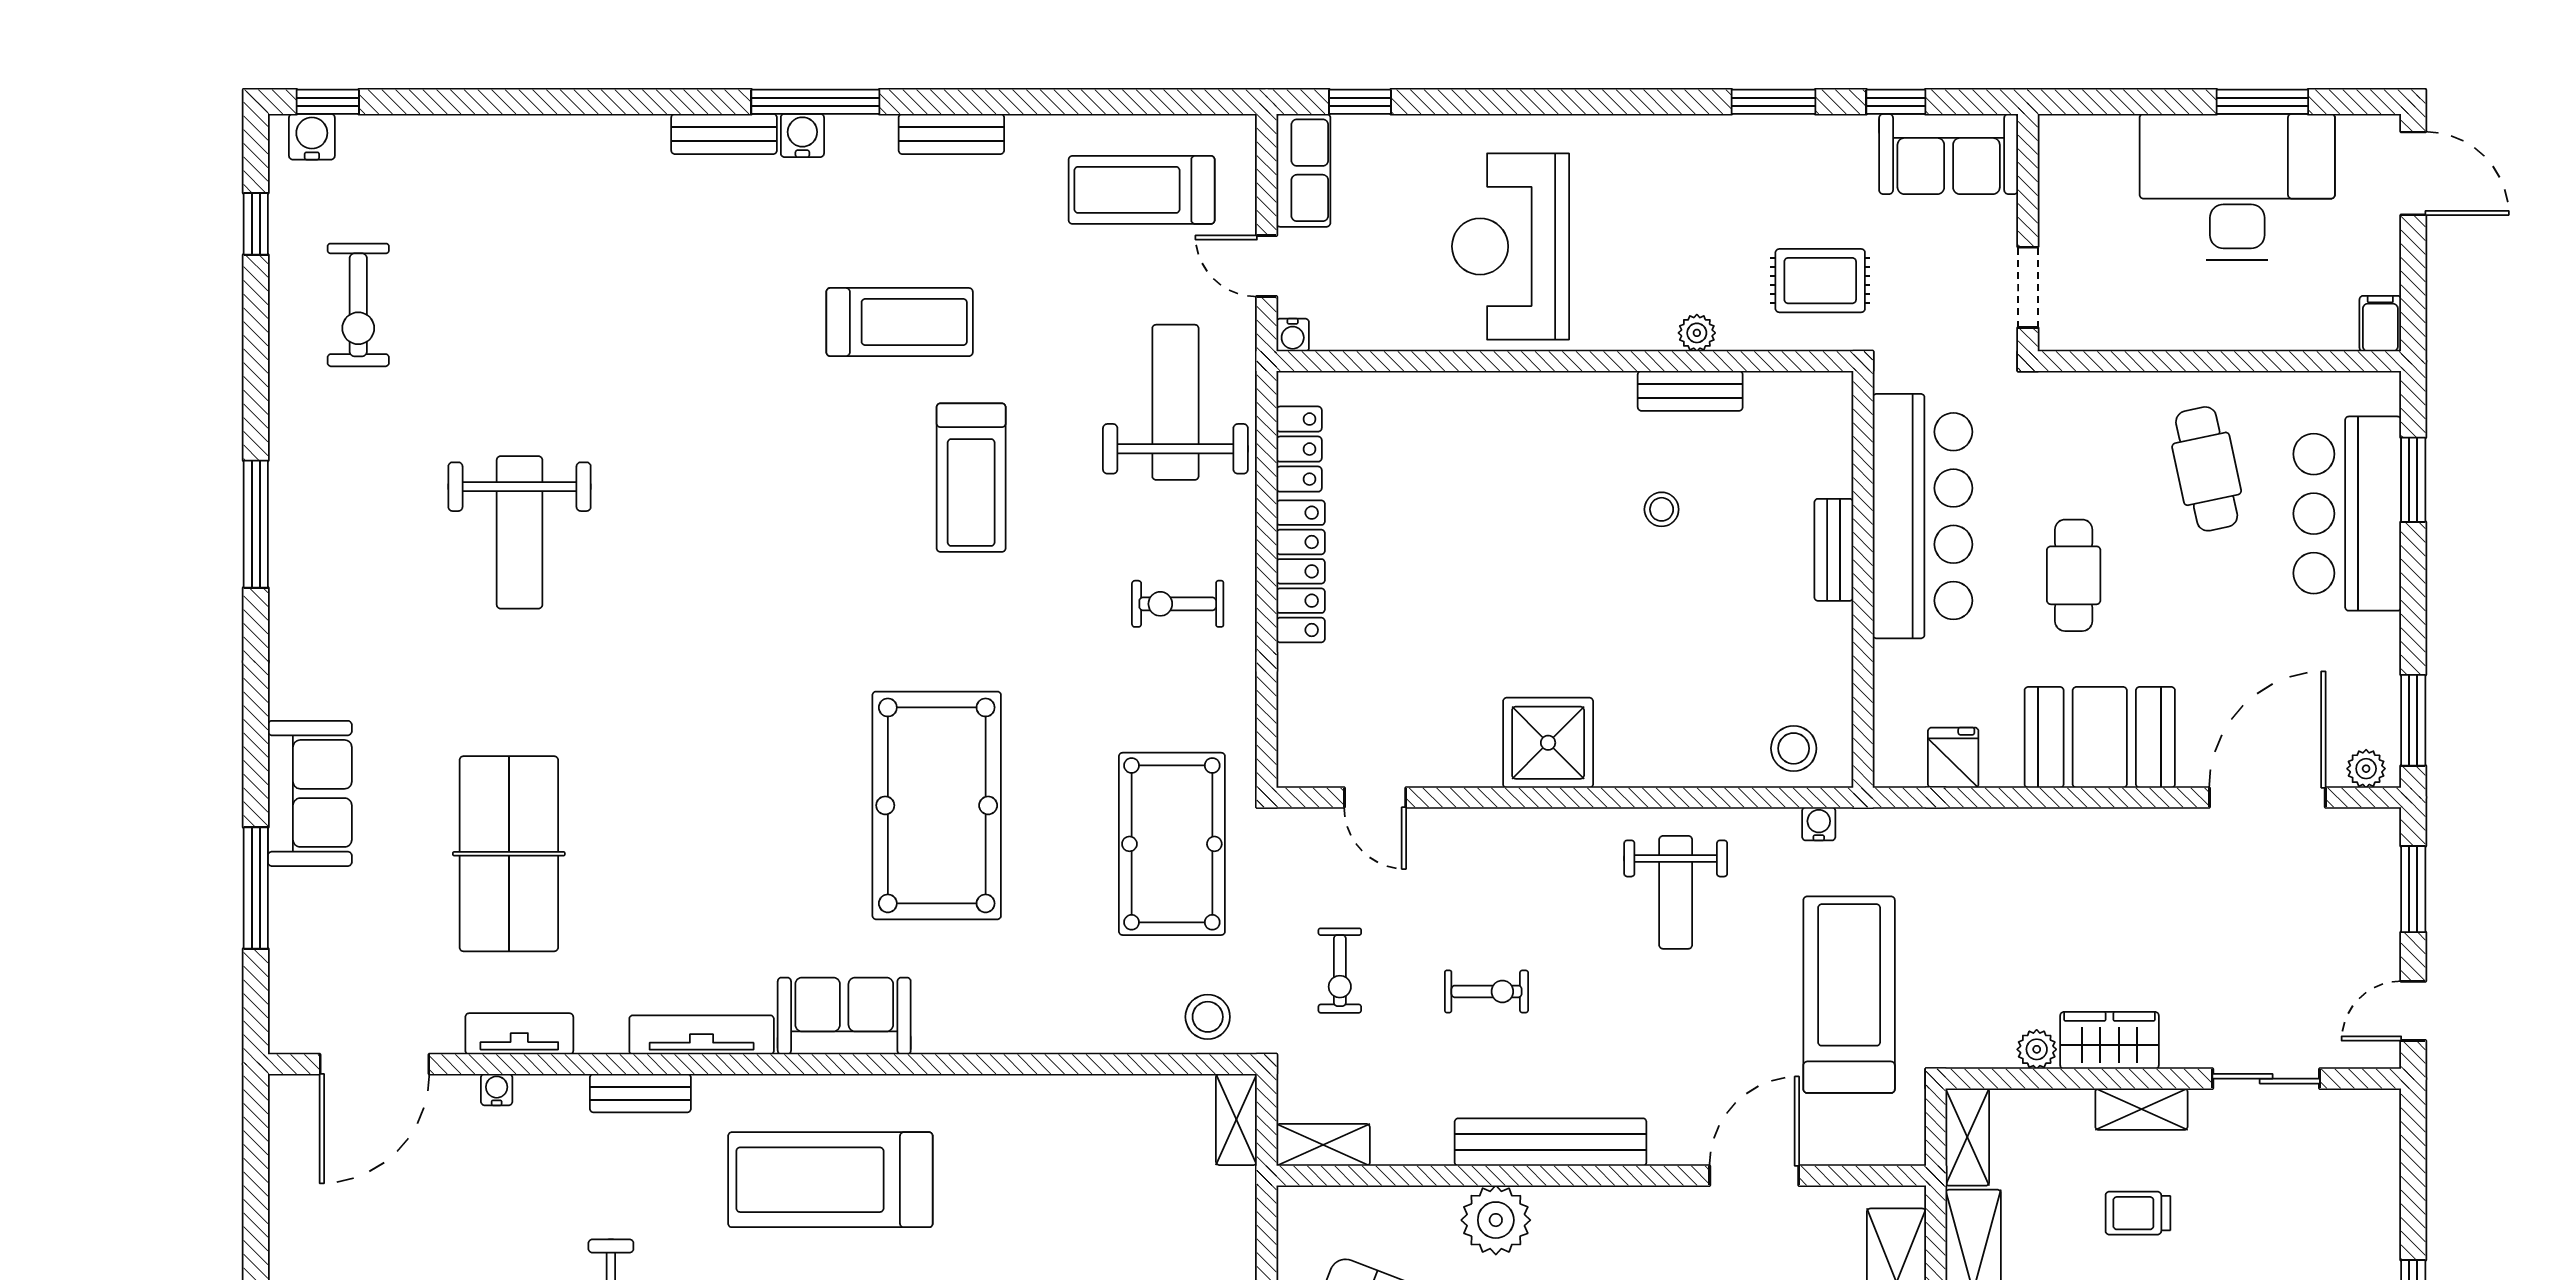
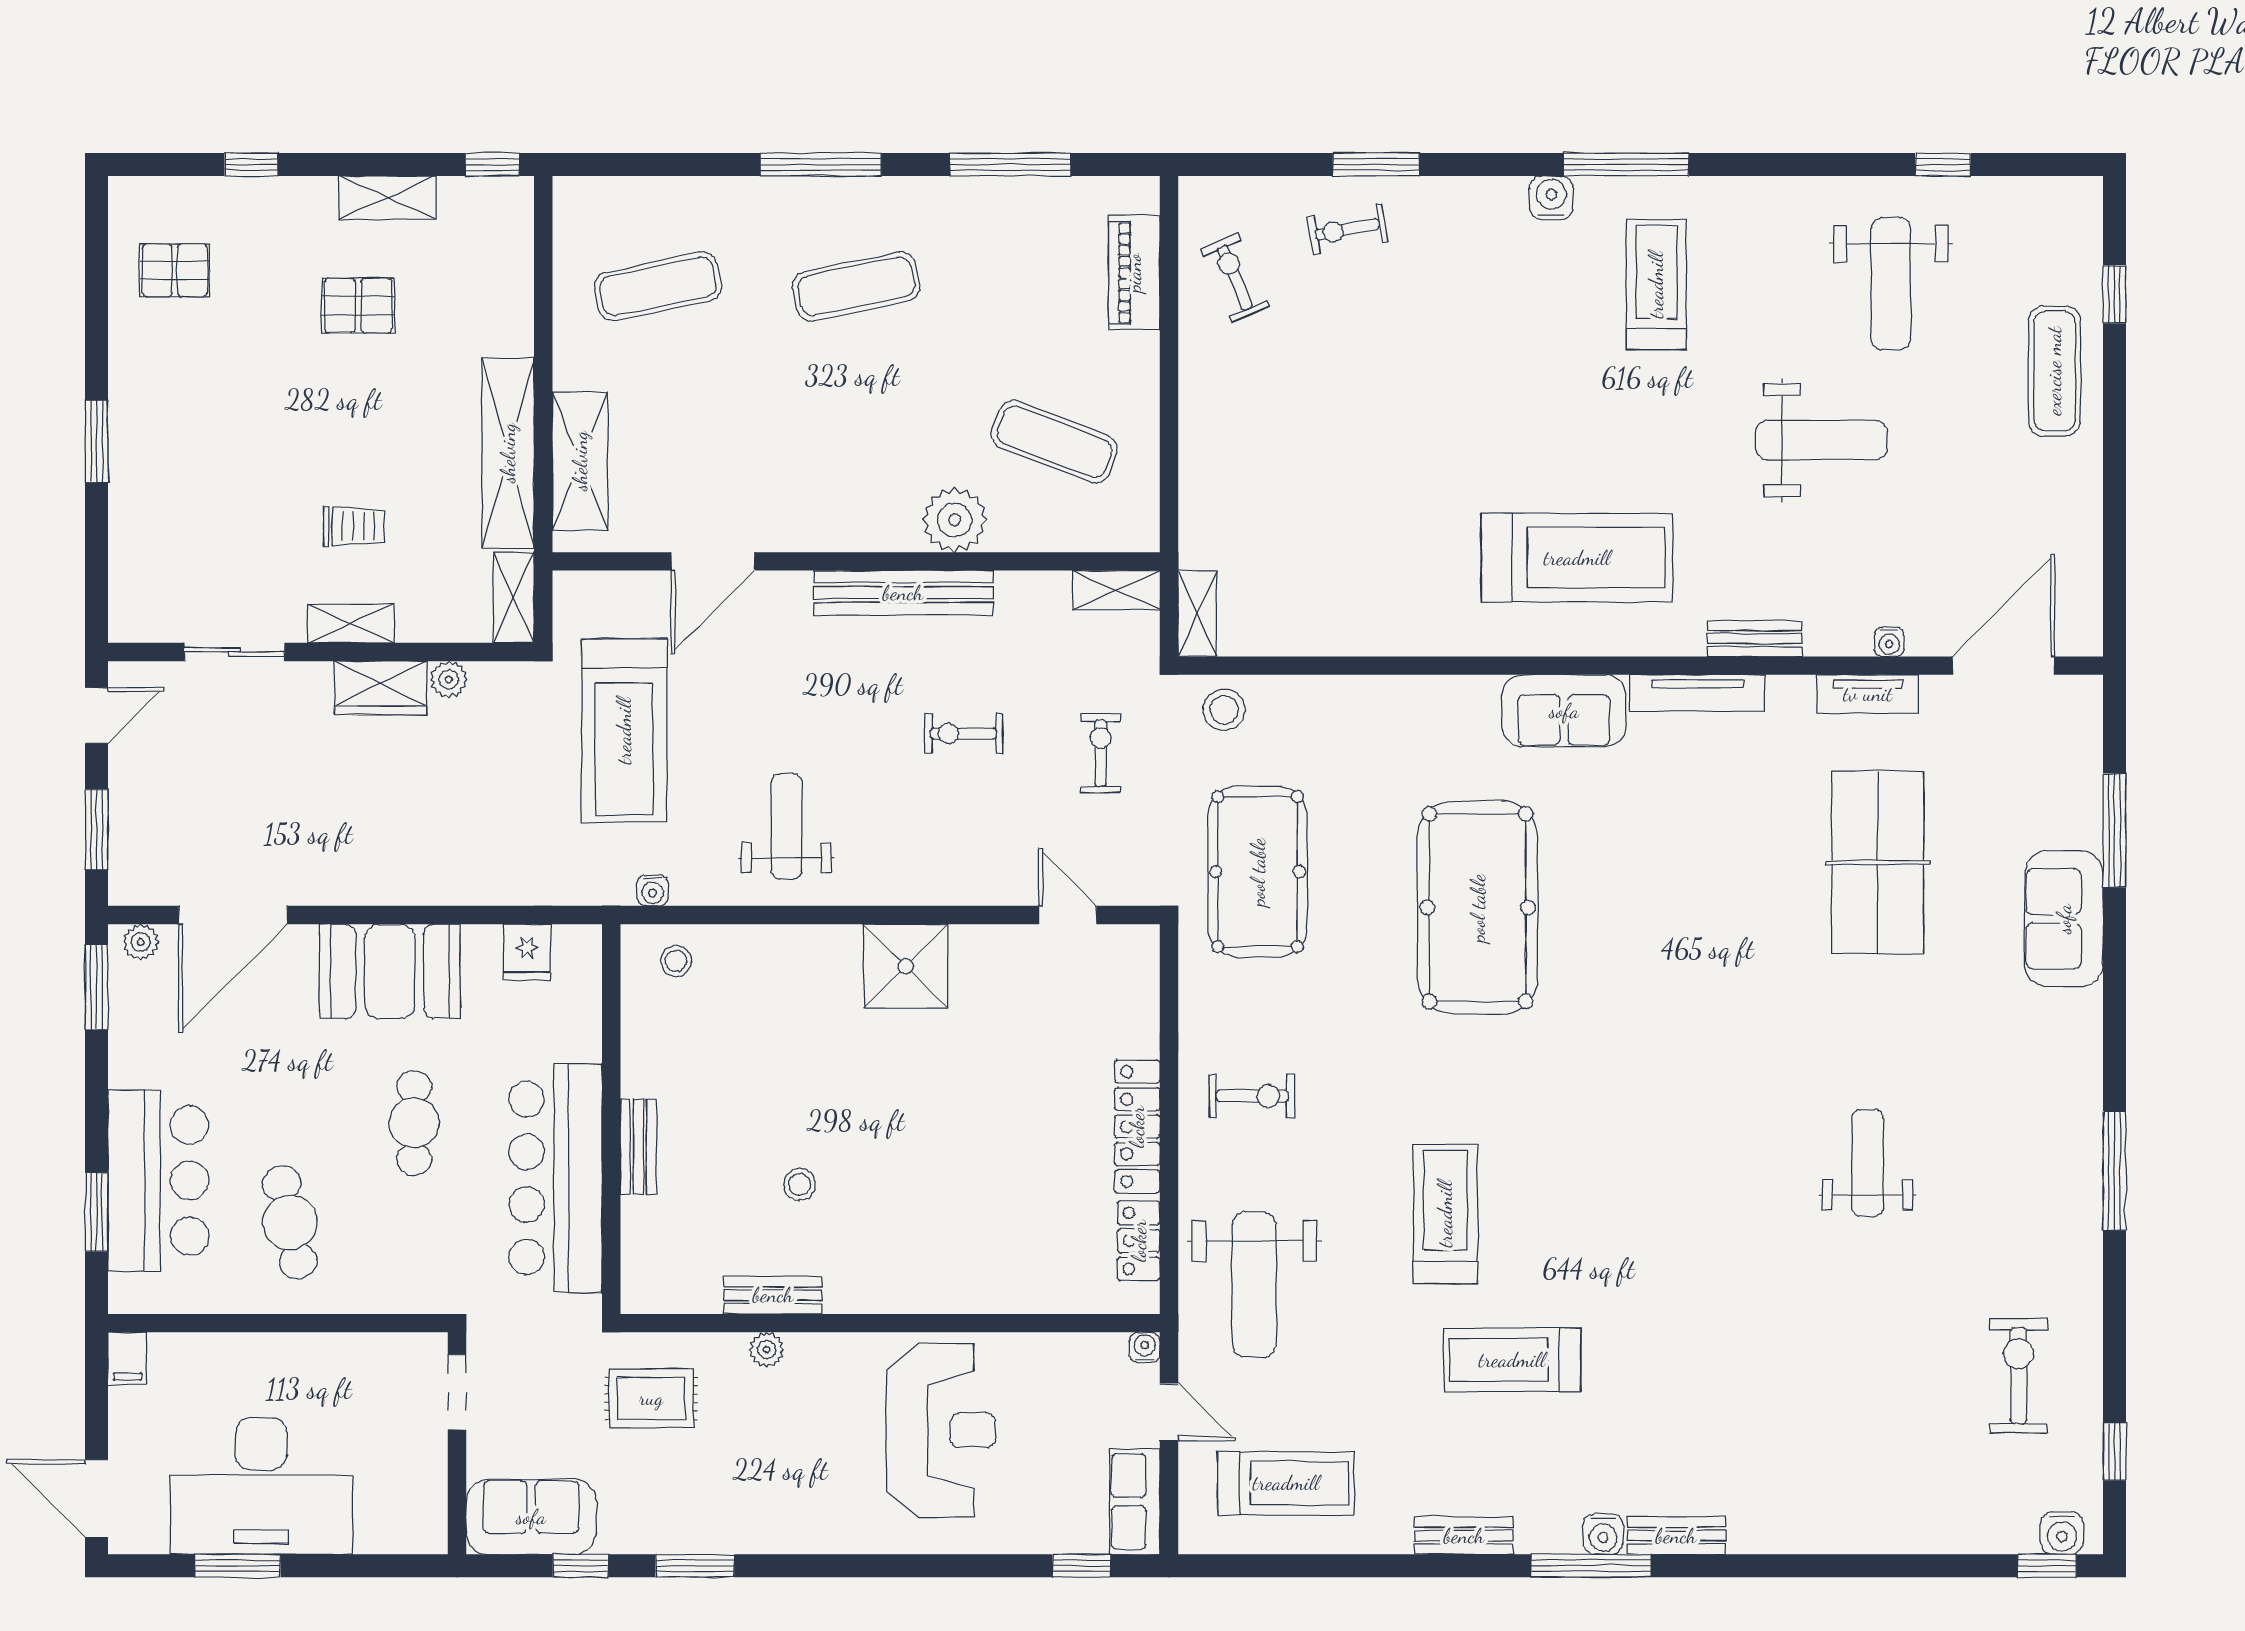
weight bench: (520, 532) -> (1868, 1163), width x0.73, depth x0.75
stool: (1794, 748) -> (676, 961), width x0.73, depth x0.73

